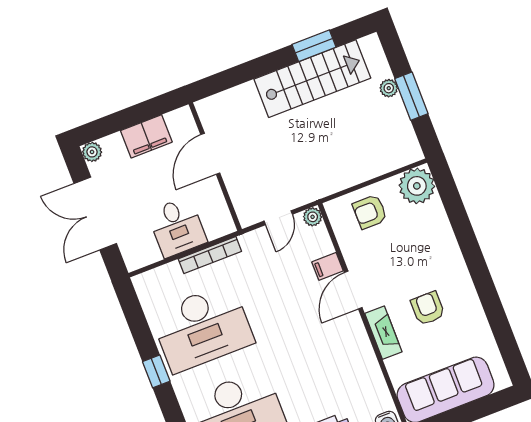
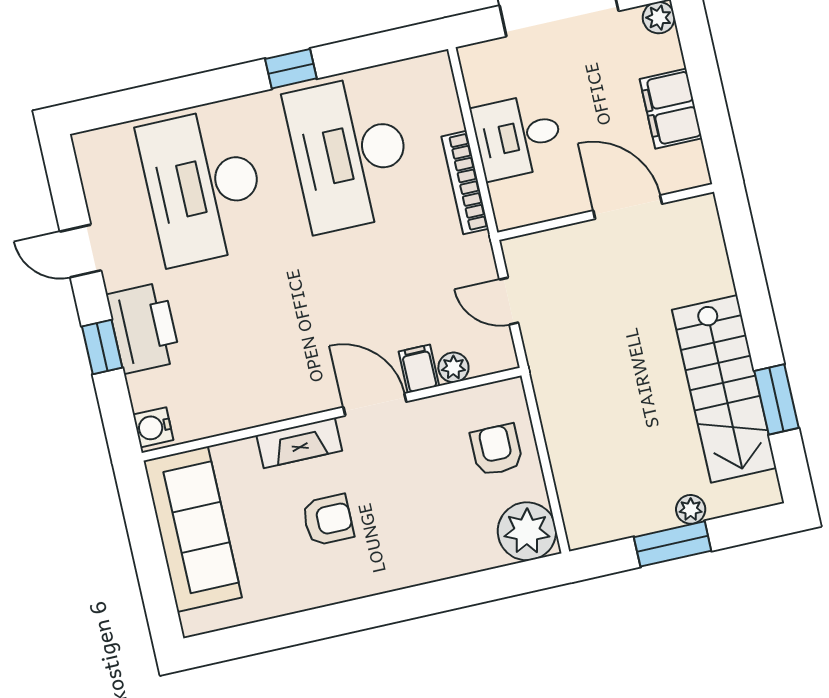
plant: (313, 217) -> (453, 367), moved

